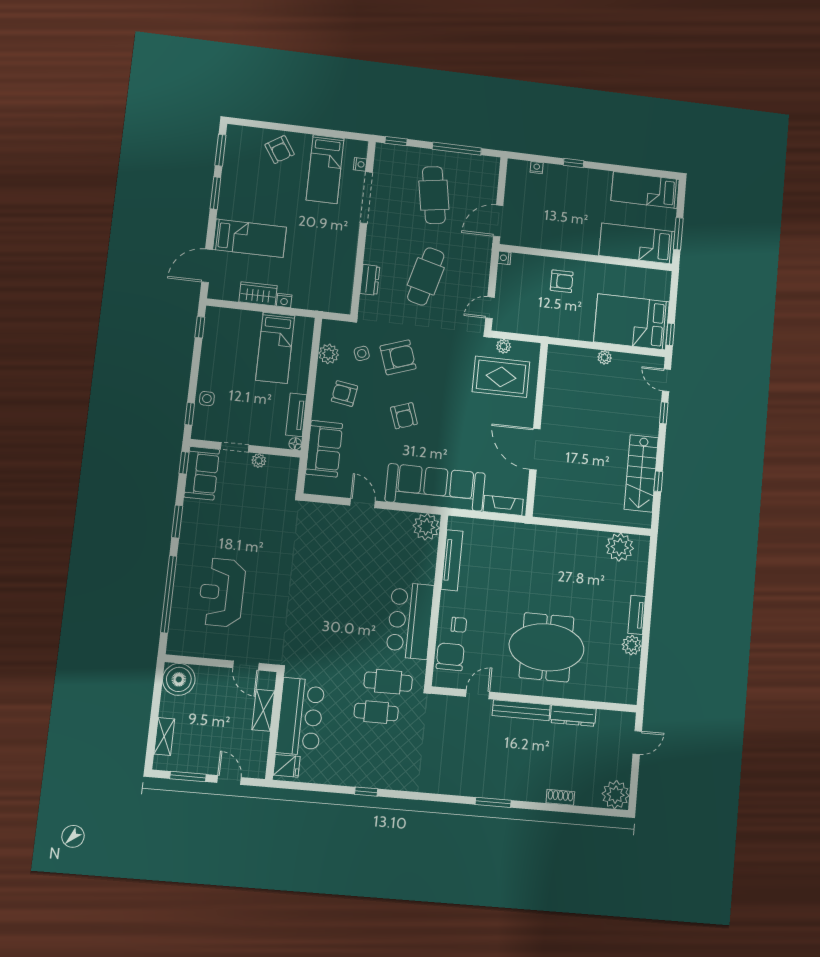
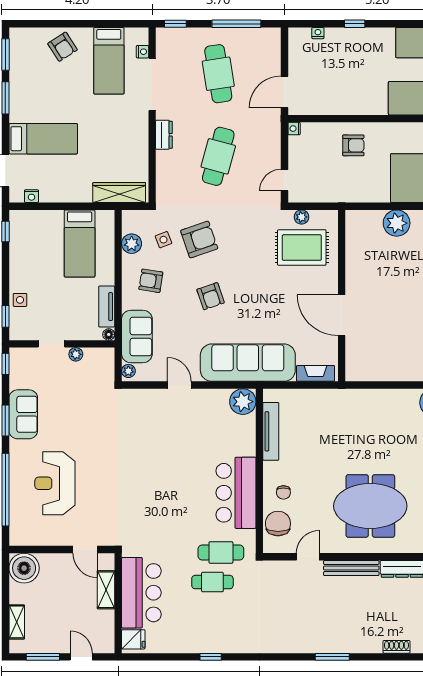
dresser: (370, 280) -> (164, 135), moved
wardrobe: (258, 294) -> (119, 192), moved, width x1.50
nightstand: (284, 301) -> (31, 196), moved
plant: (605, 357) -> (397, 223), width x1.88, depth x1.88
sofa: (202, 473) -> (23, 414), moved
plant: (312, 483) -> (128, 371), added
chair: (459, 625) -> (283, 492), turned 90

